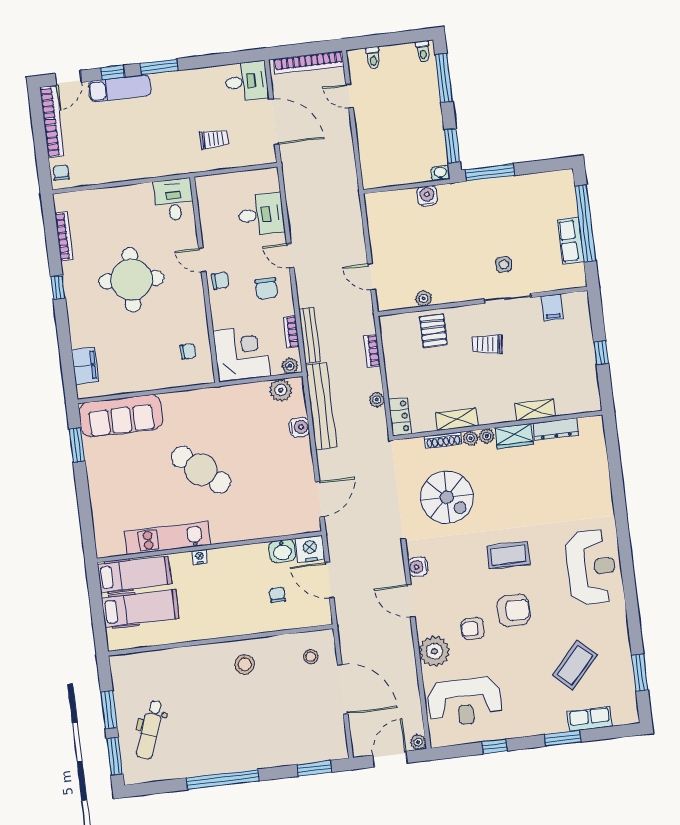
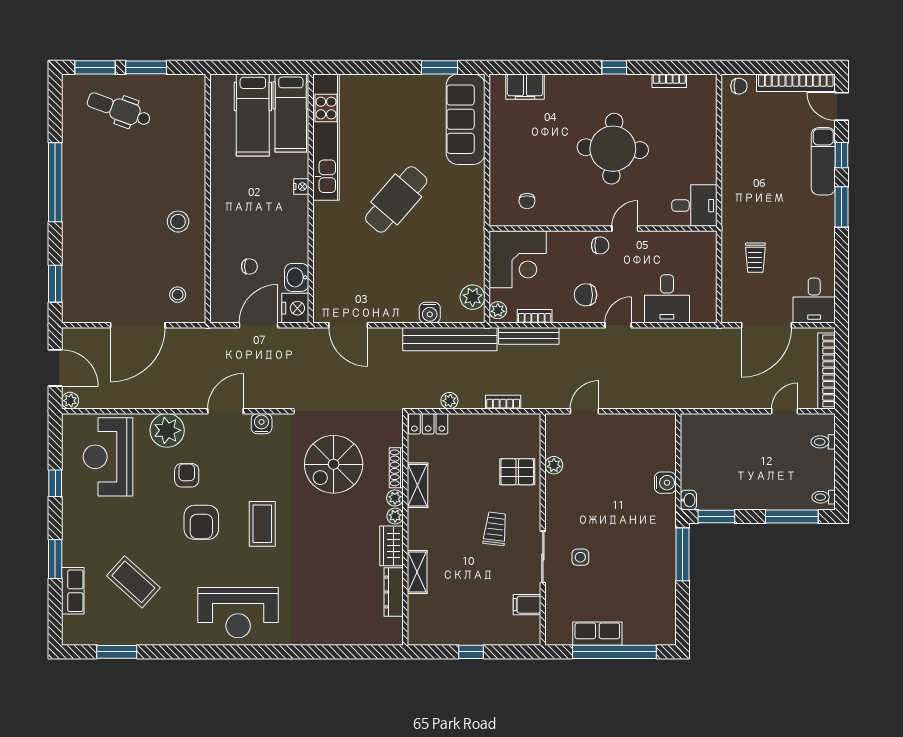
bookcase: (64, 236) -> (669, 81), width x0.64
chair: (220, 281) -> (600, 245), turned -87
kitchen unit: (167, 538) -> (326, 137), width x1.36

